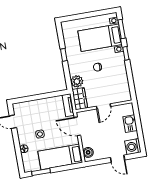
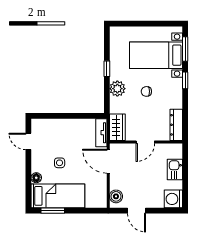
plant: (77, 81) -> (117, 89), moved
dresser: (125, 89) -> (176, 125), added
bed: (60, 157) -> (58, 196), moved, turned 180
door: (118, 159) -> (137, 211), moved

